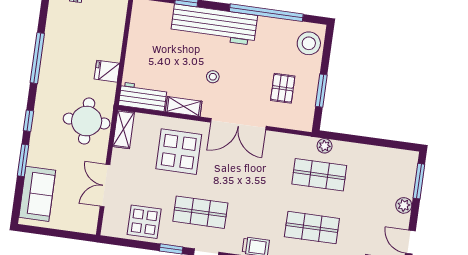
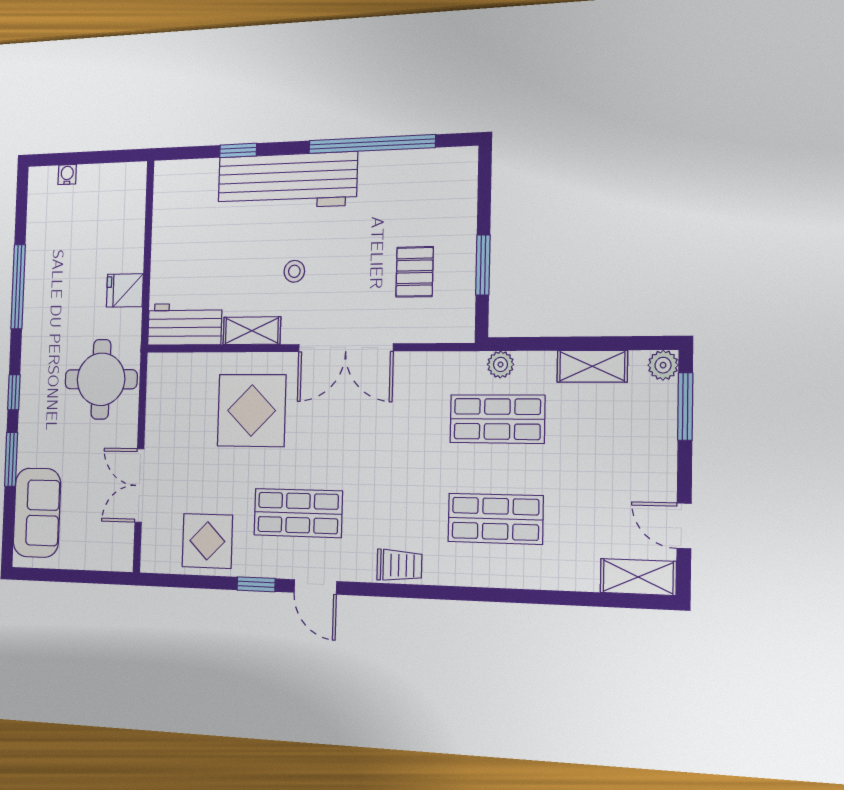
stool: (309, 43) -> (451, 184), removed
shelving: (124, 129) -> (592, 366), moved, turned 90
plant: (404, 205) -> (663, 365), moved

